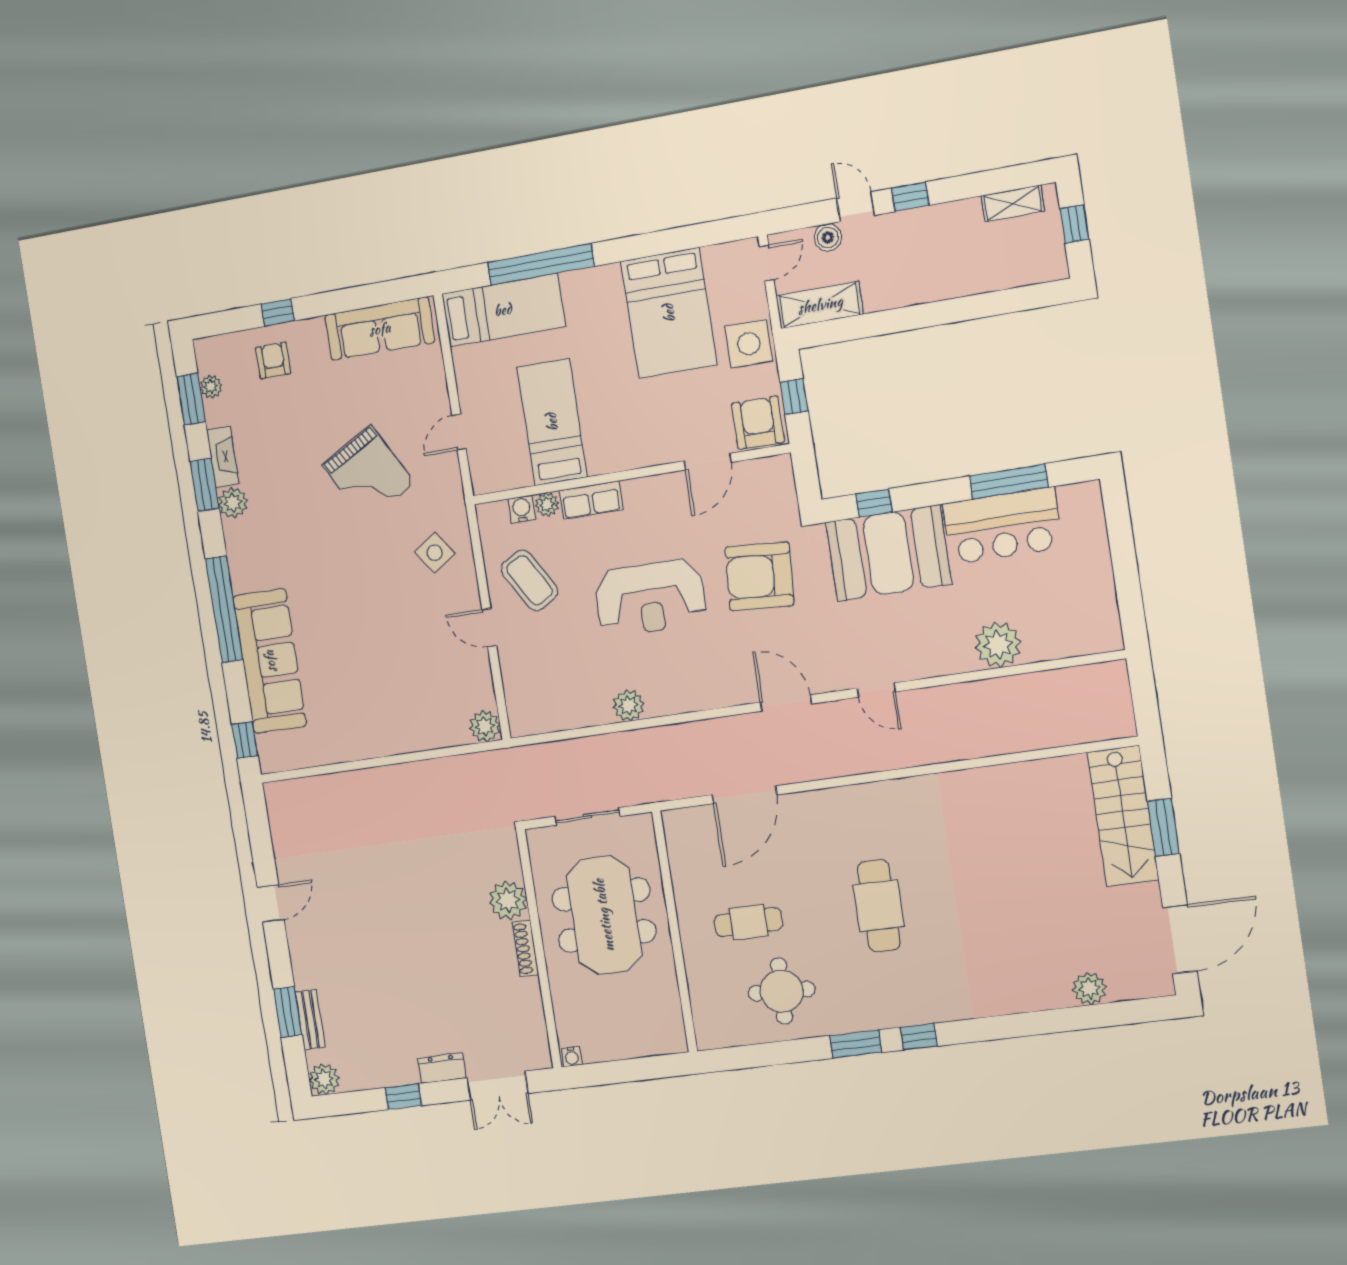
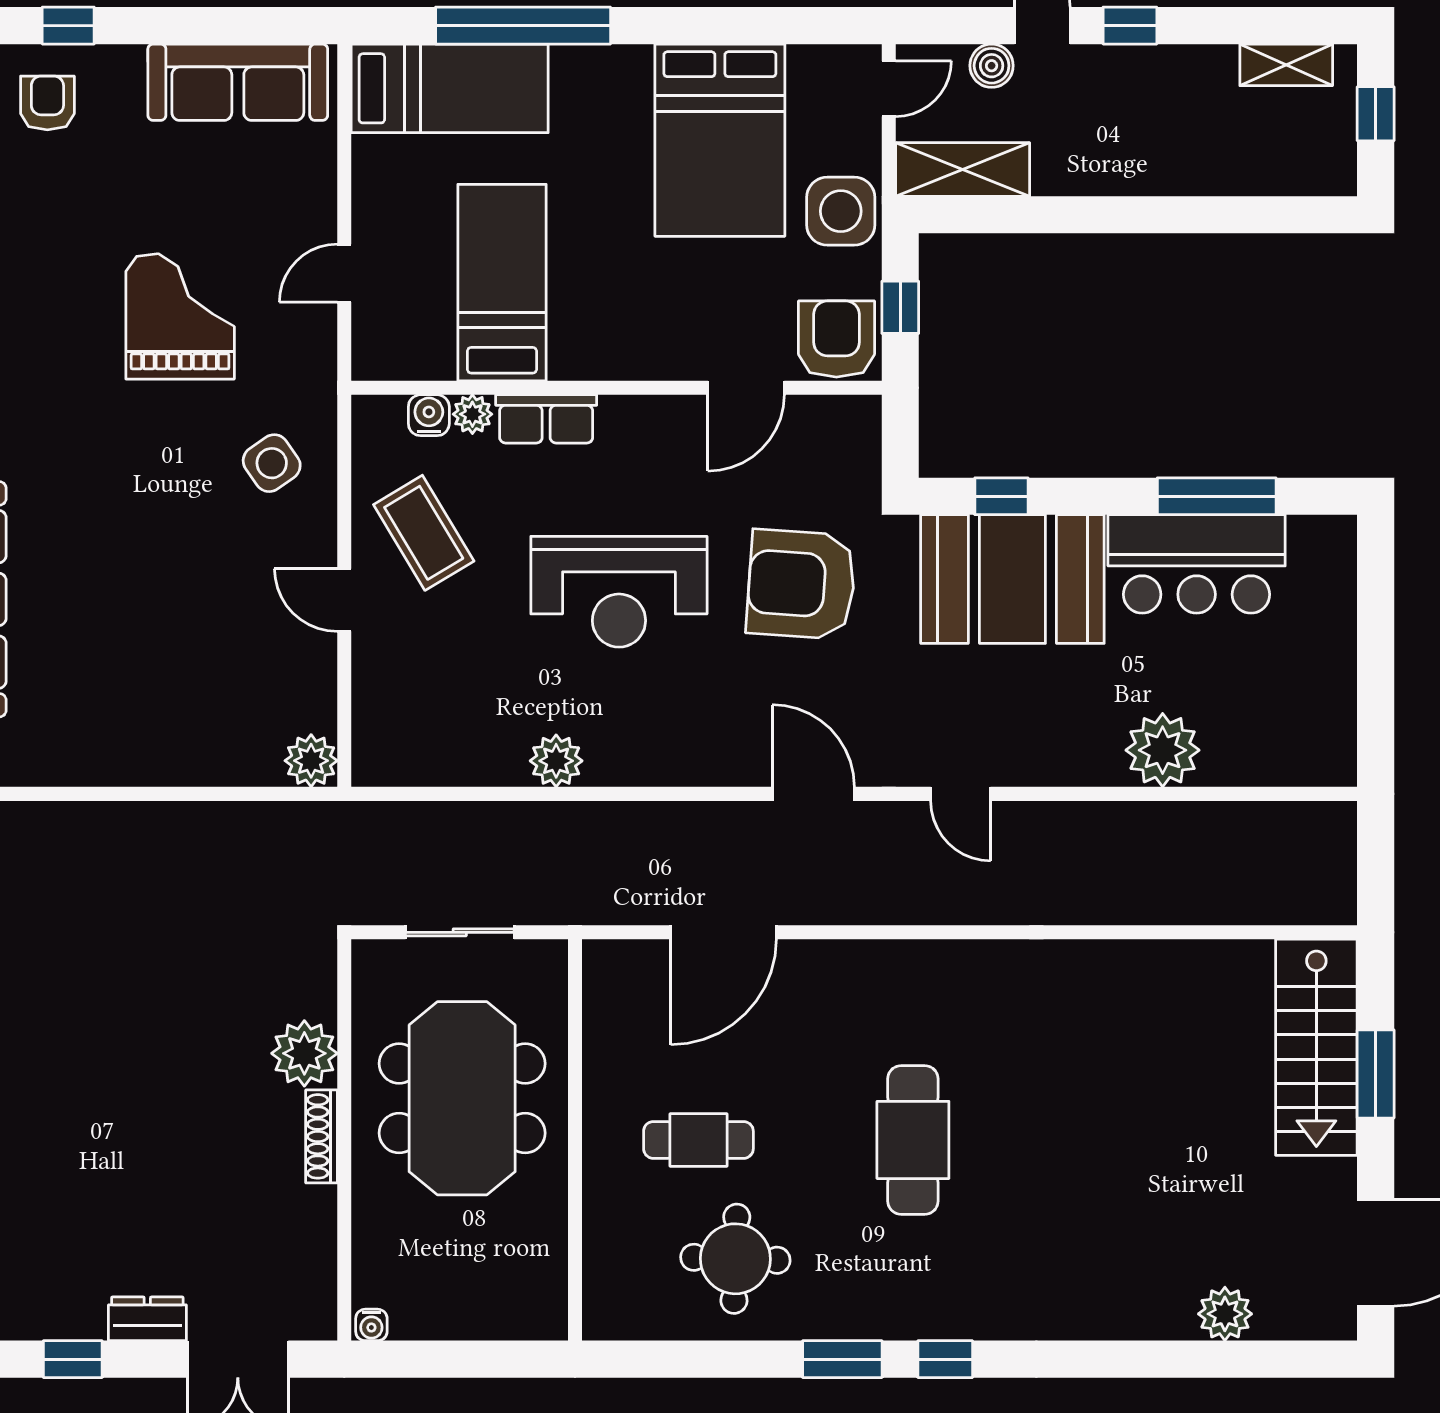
grand piano: (368, 474) -> (180, 316), turned -151

